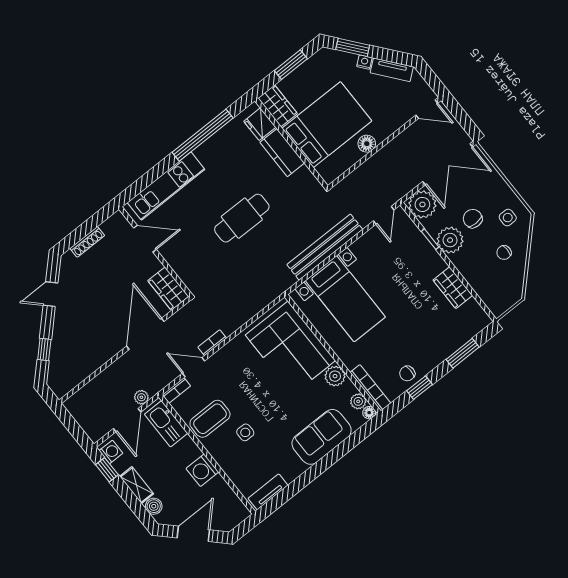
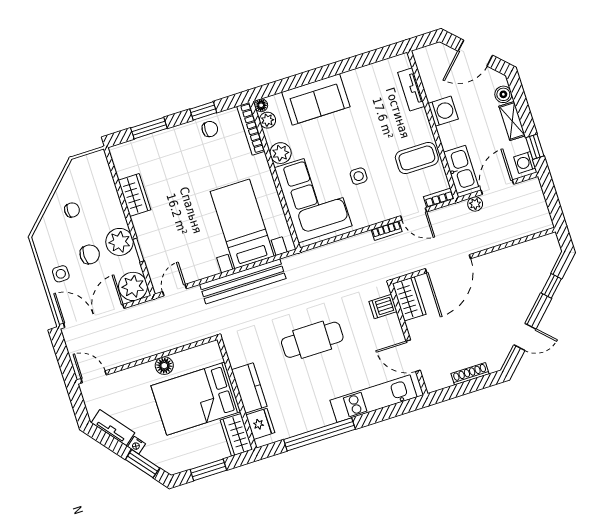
side table: (508, 218) -> (61, 274), moved
chair: (473, 219) -> (90, 254), turned -90
dishwasher: (189, 273) -> (383, 307), added
side table: (245, 432) -> (359, 176), moved
tv unit: (268, 492) -> (411, 89), moved, turned 90

